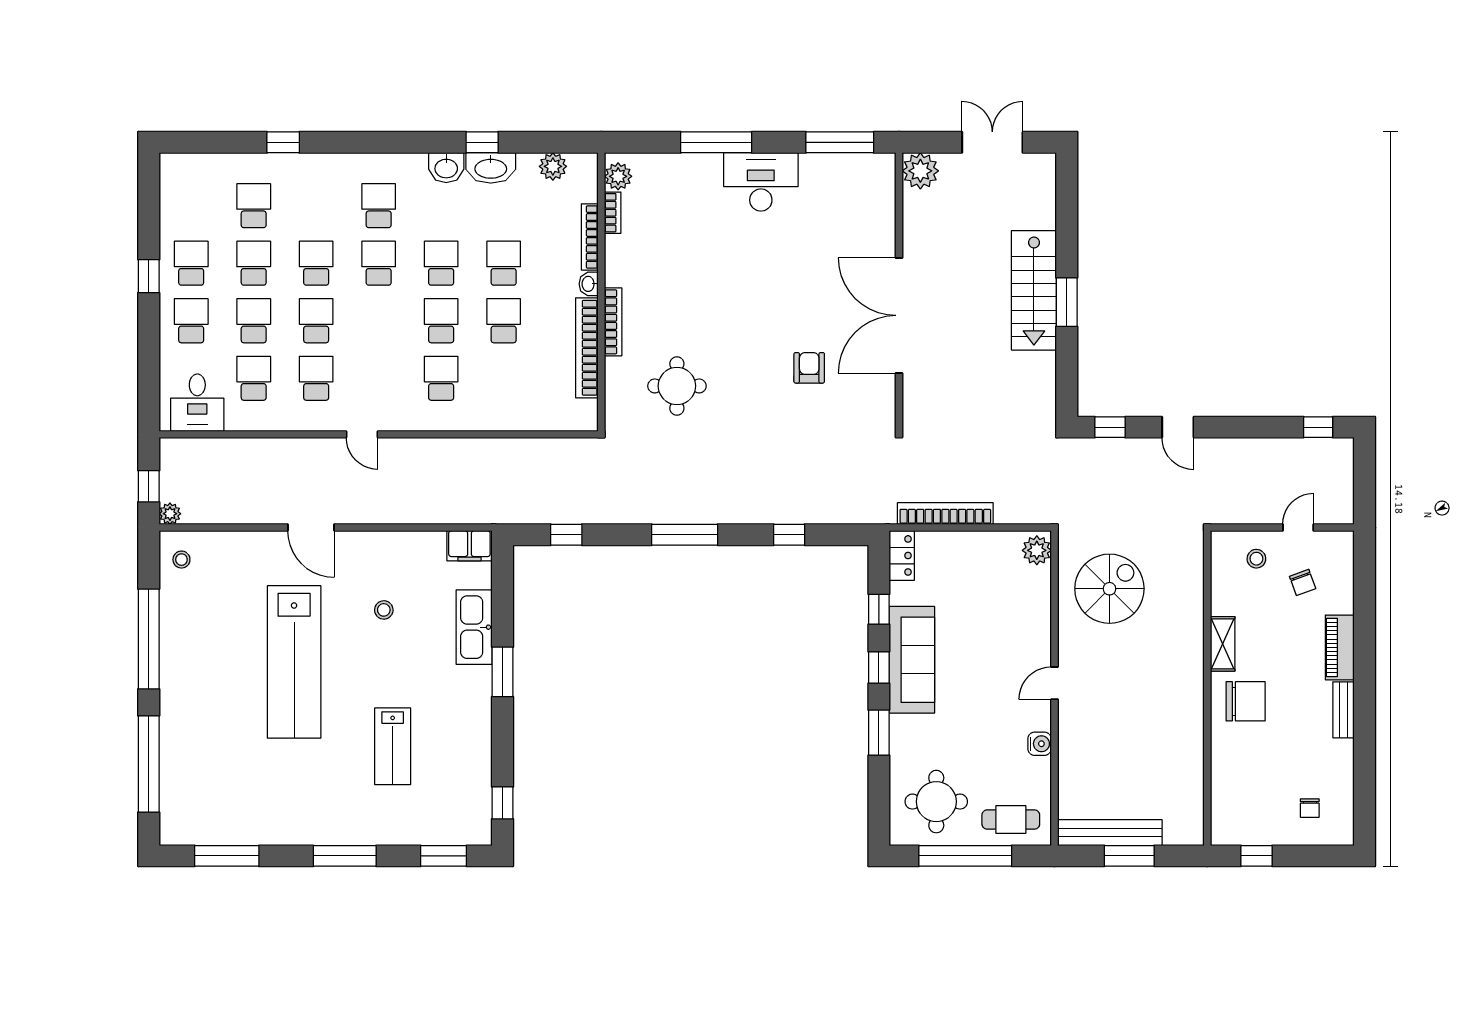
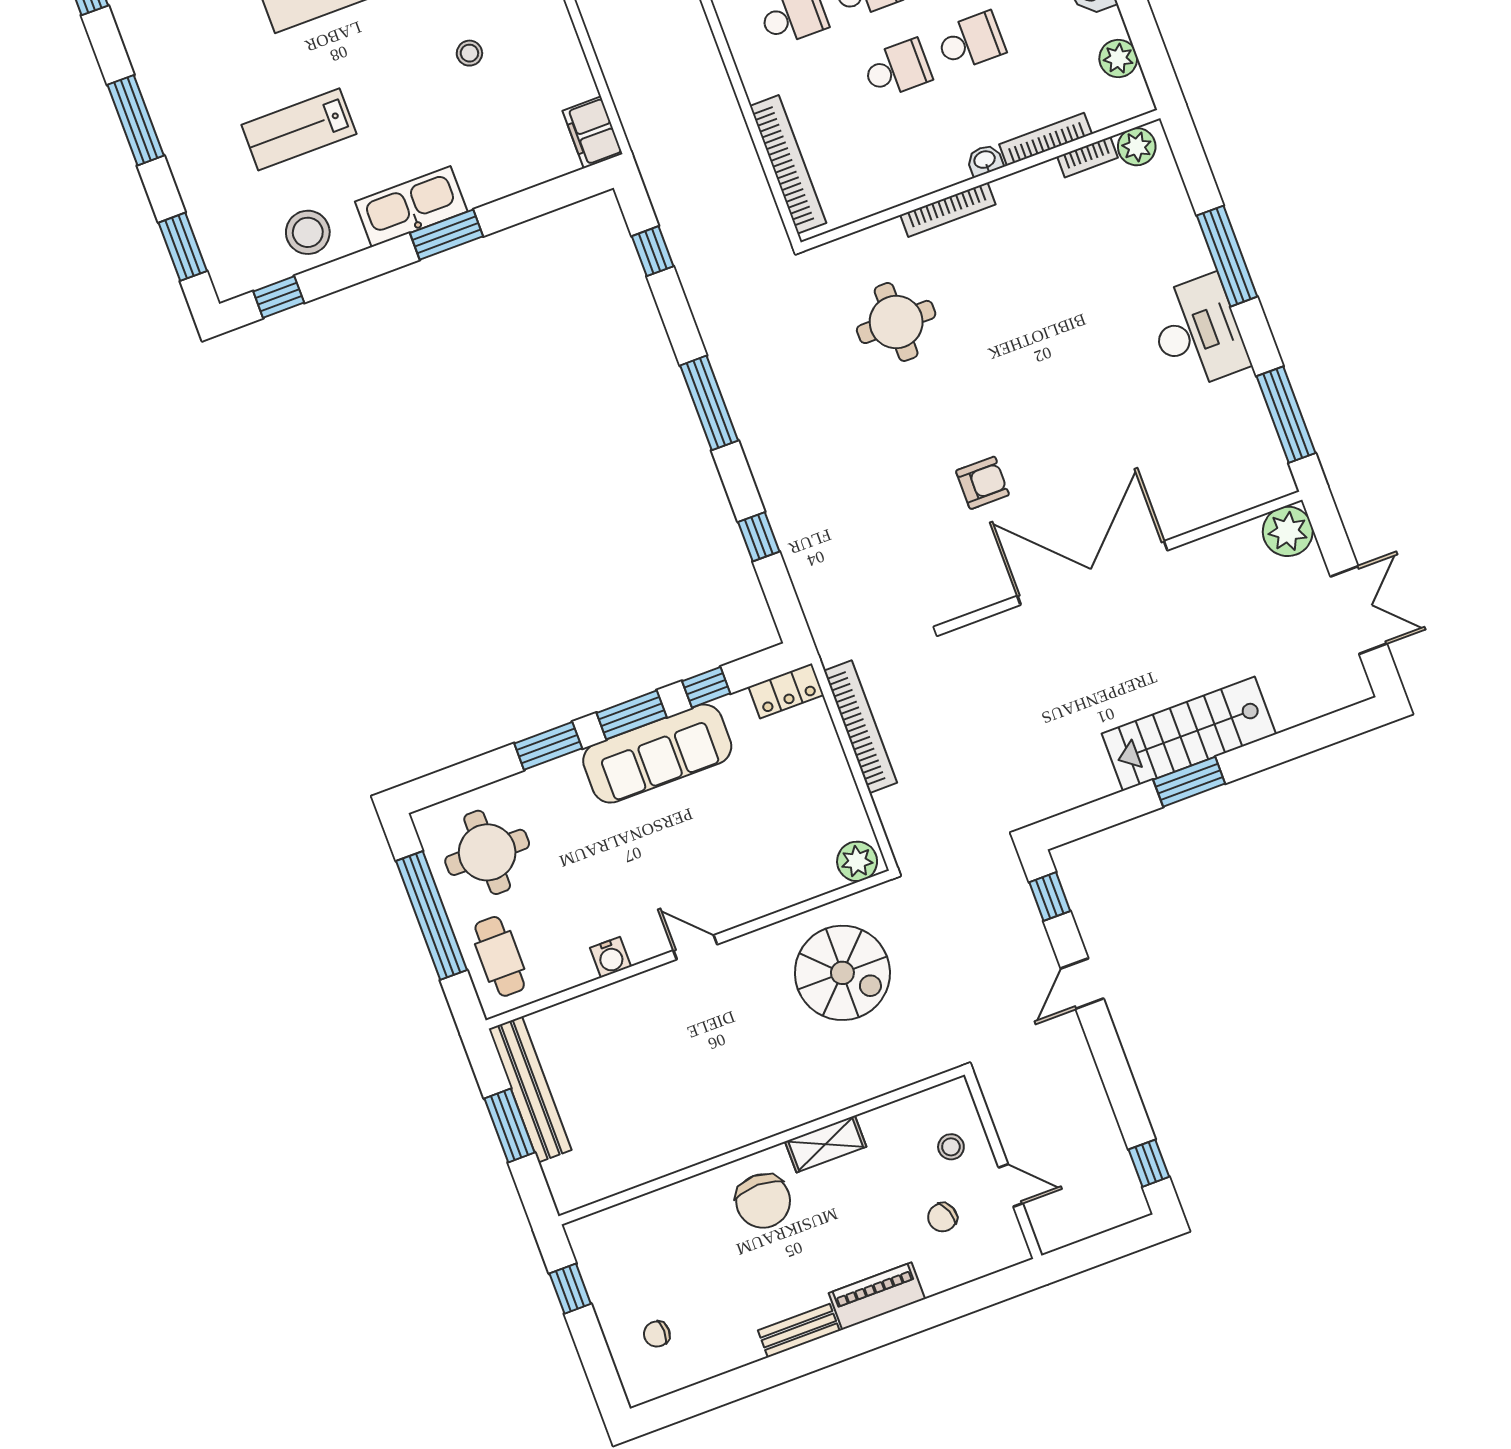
bookcase: (587, 348) -> (788, 164), moved, turned 90
kitchen sink: (474, 627) -> (411, 207), moved
window: (879, 667) -> (632, 715), width x1.50
stool: (465, 766) -> (308, 232), added

